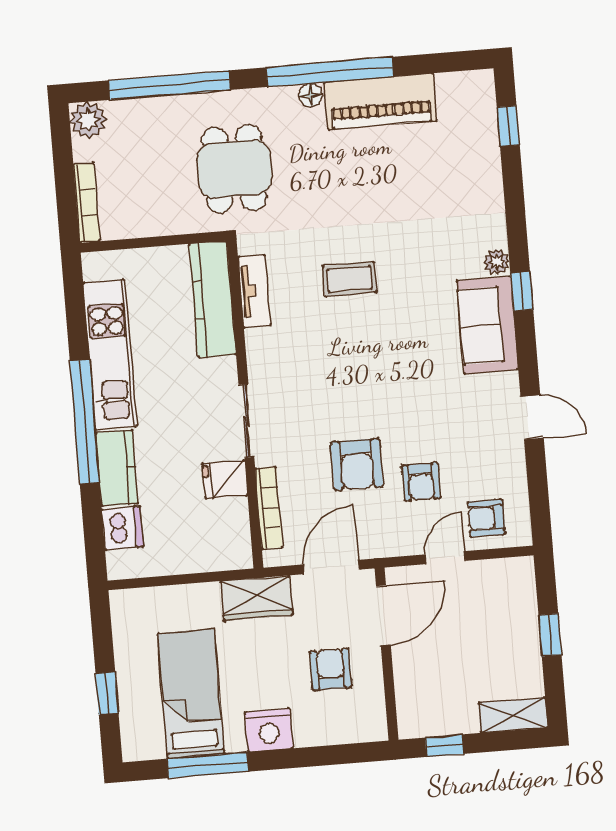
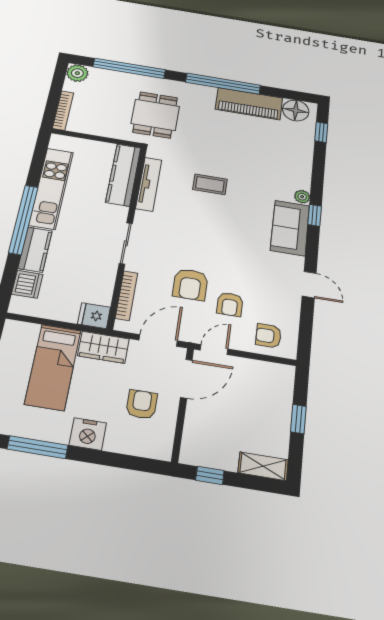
floor lamp: (311, 95) -> (296, 110), moved, width x1.89, depth x1.89
tv unit: (254, 291) -> (149, 184), width x1.41
fridge: (225, 479) -> (94, 316), moved
door: (445, 558) -> (214, 350), moved
bed: (191, 694) -> (53, 367), moved, turned 180

